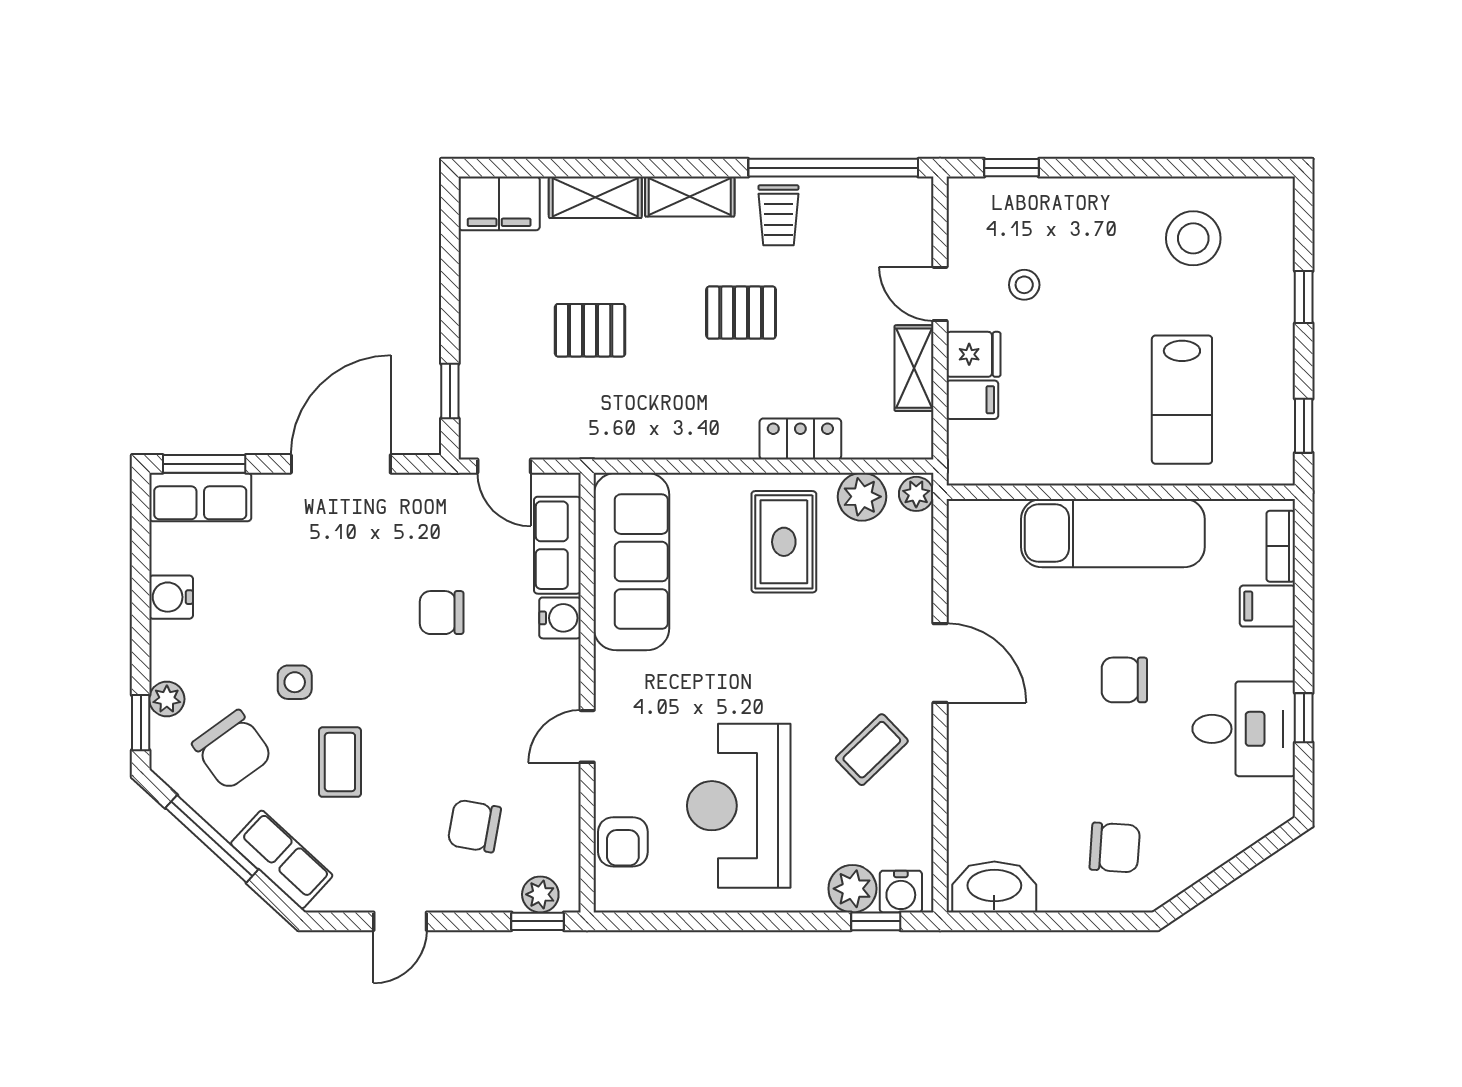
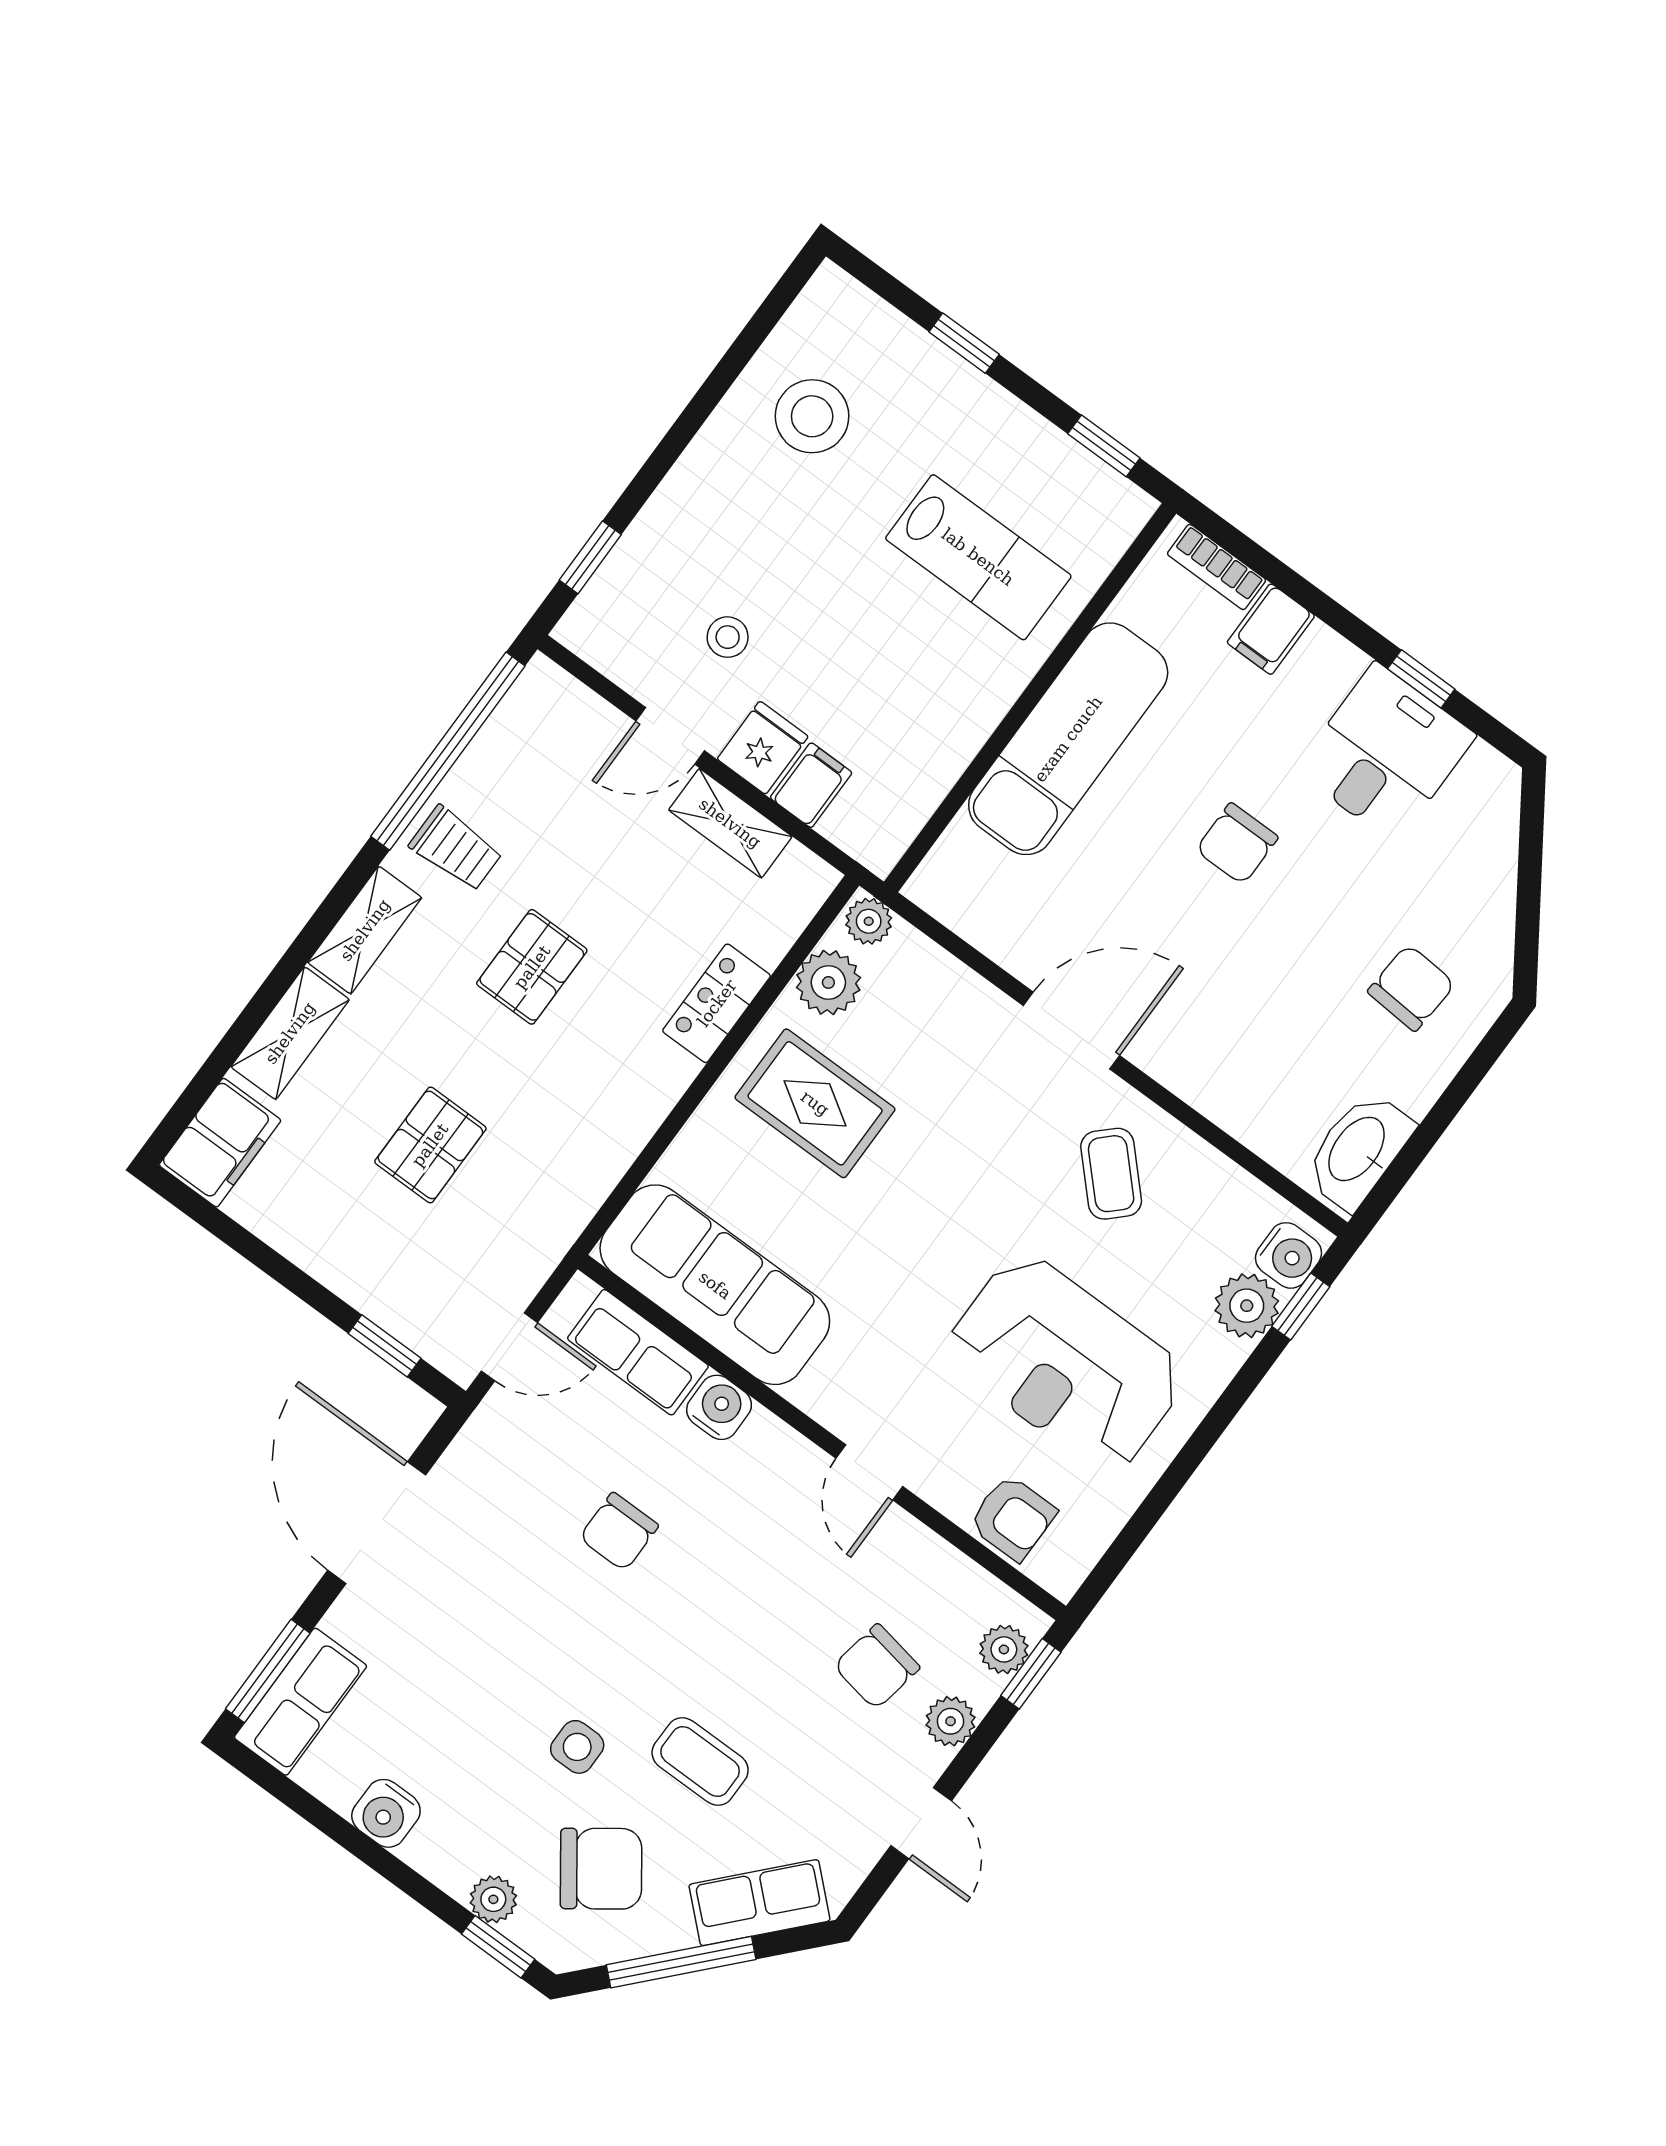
plant: (474, 894) -> (951, 1721), added

